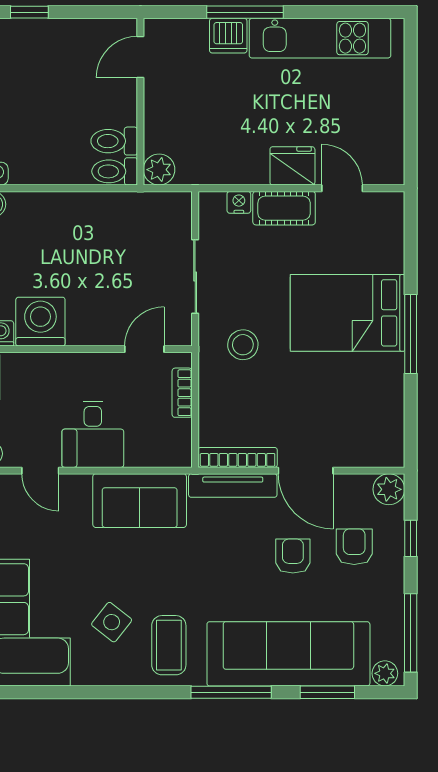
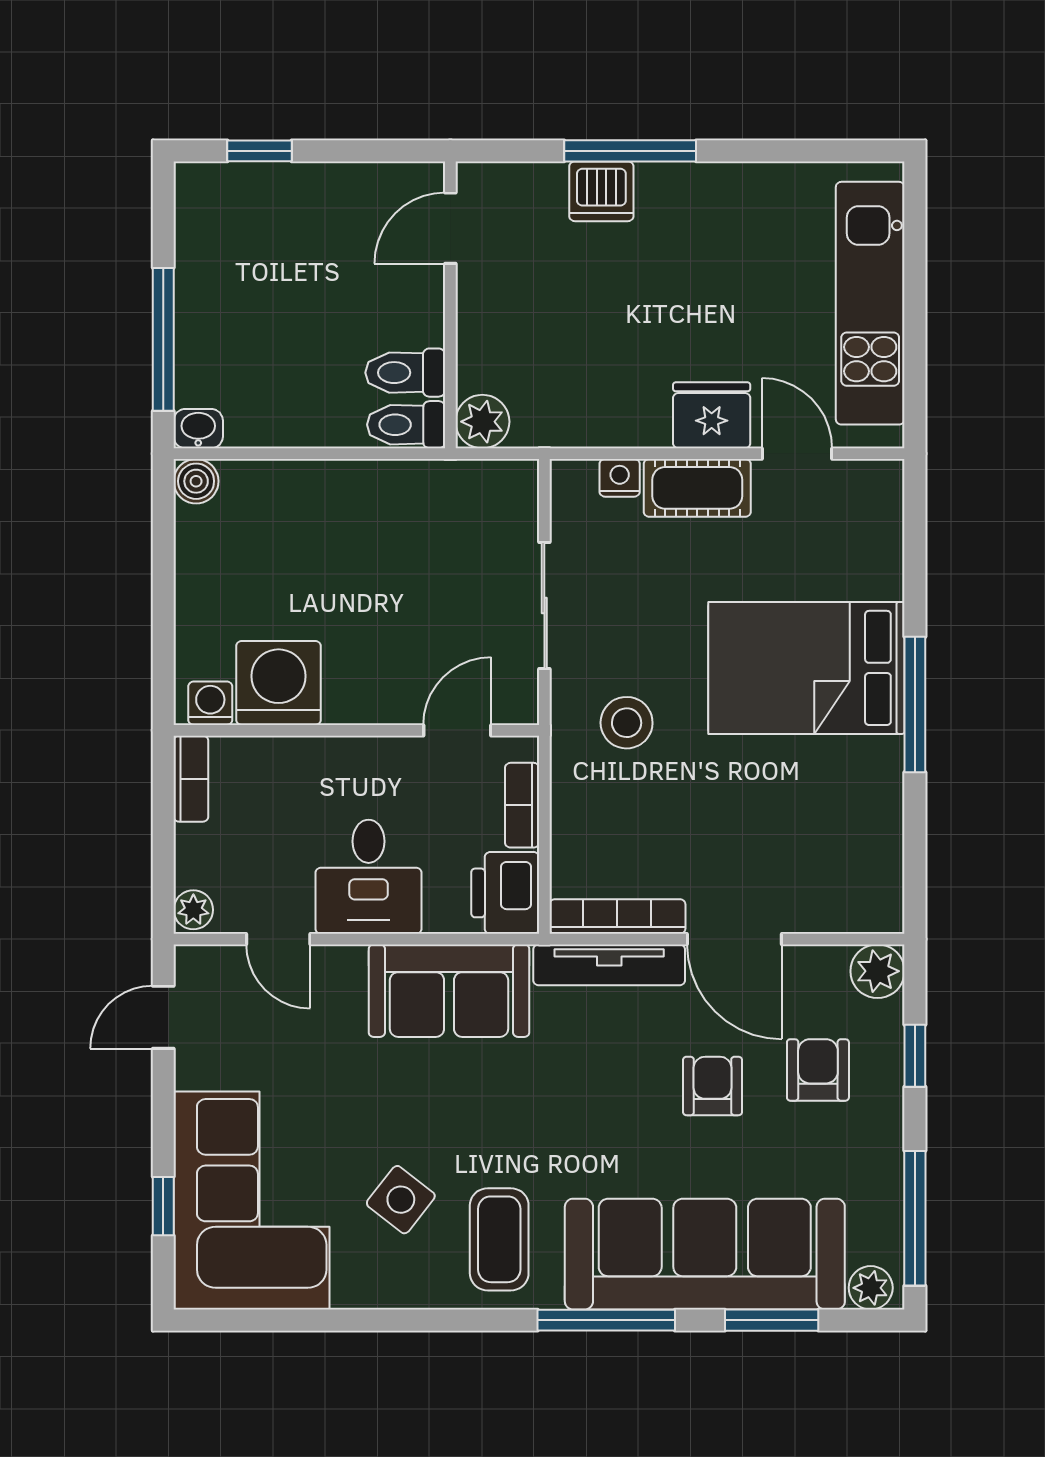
kitchen unit: (320, 38) -> (870, 303), moved, turned 90
printer: (172, 444) -> (505, 893), added

